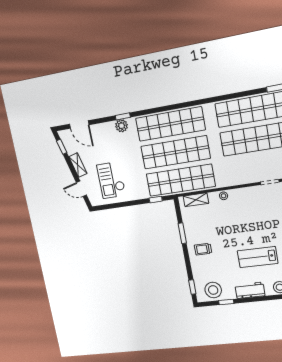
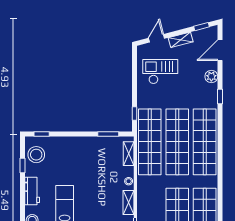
plant: (122, 126) -> (211, 76), moved
shelving: (245, 193) -> (129, 202), added
window: (182, 233) -> (108, 134), moved
trolley: (203, 249) -> (79, 152), removed

